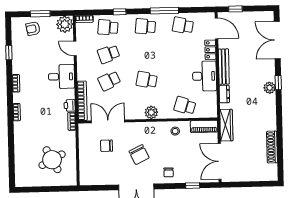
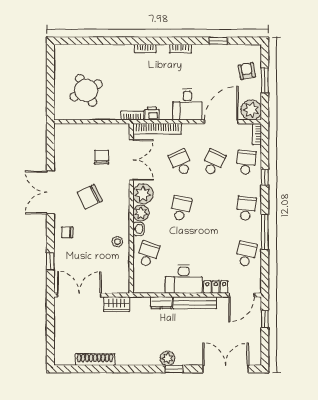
door: (75, 48) -> (221, 122), width x1.87
school desk: (109, 54) -> (213, 163), turned 42
plant: (136, 111) -> (143, 194), added
washbasin: (164, 114) -> (138, 229), added
wardrobe: (226, 125) -> (117, 304), width x0.67
piano: (204, 126) -> (122, 277), removed

